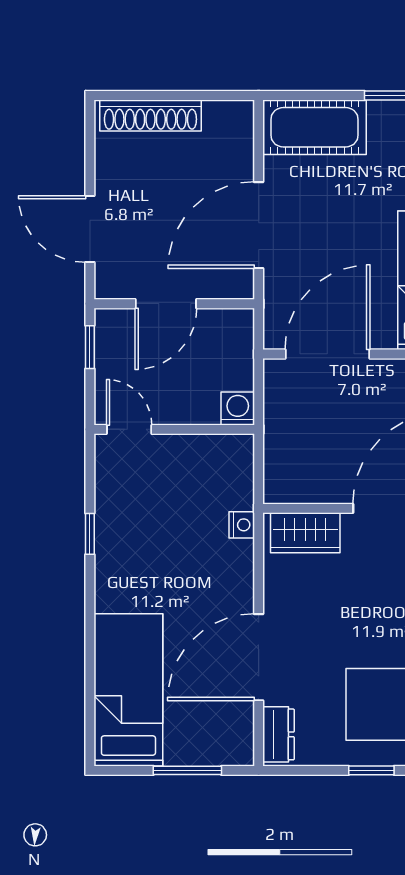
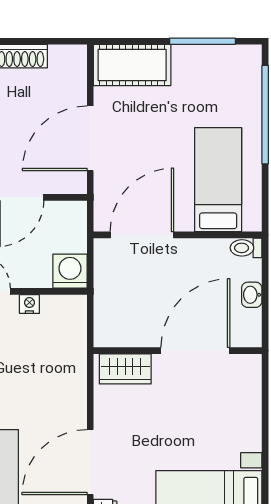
washing machine: (238, 409) -> (70, 271), width x1.38, depth x1.38
nightstand: (242, 525) -> (29, 304), moved, turned -90

